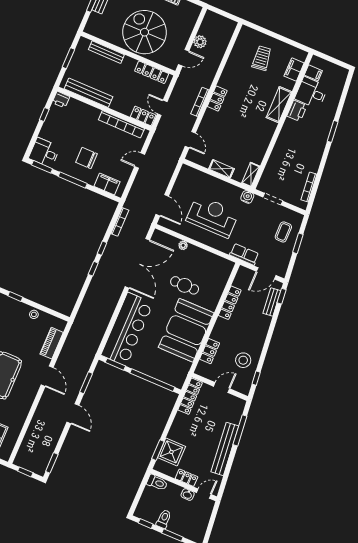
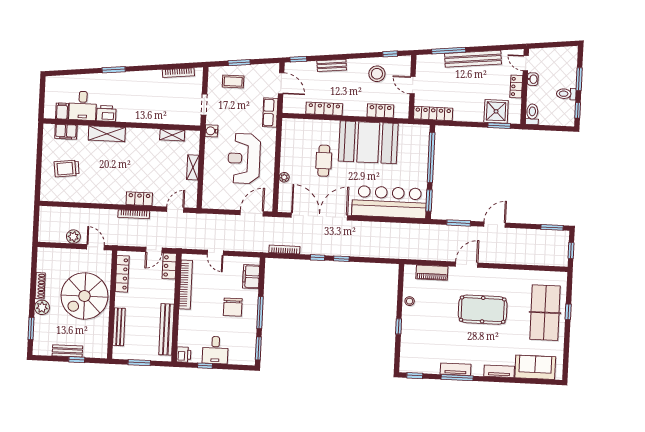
locker: (217, 99) -> (139, 199), moved
desk: (44, 153) -> (215, 350), moved
shelving: (251, 175) -> (172, 135), moved
bench: (272, 302) -> (332, 65), moved

